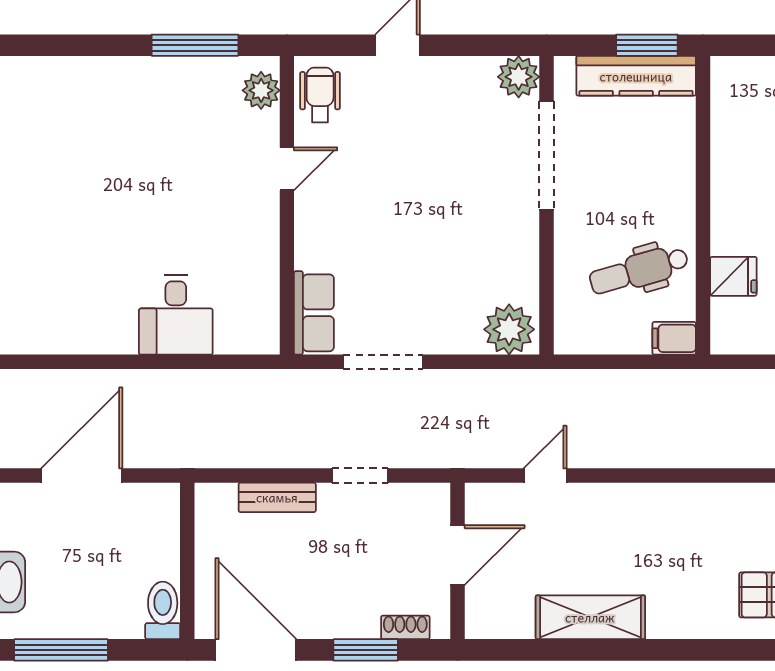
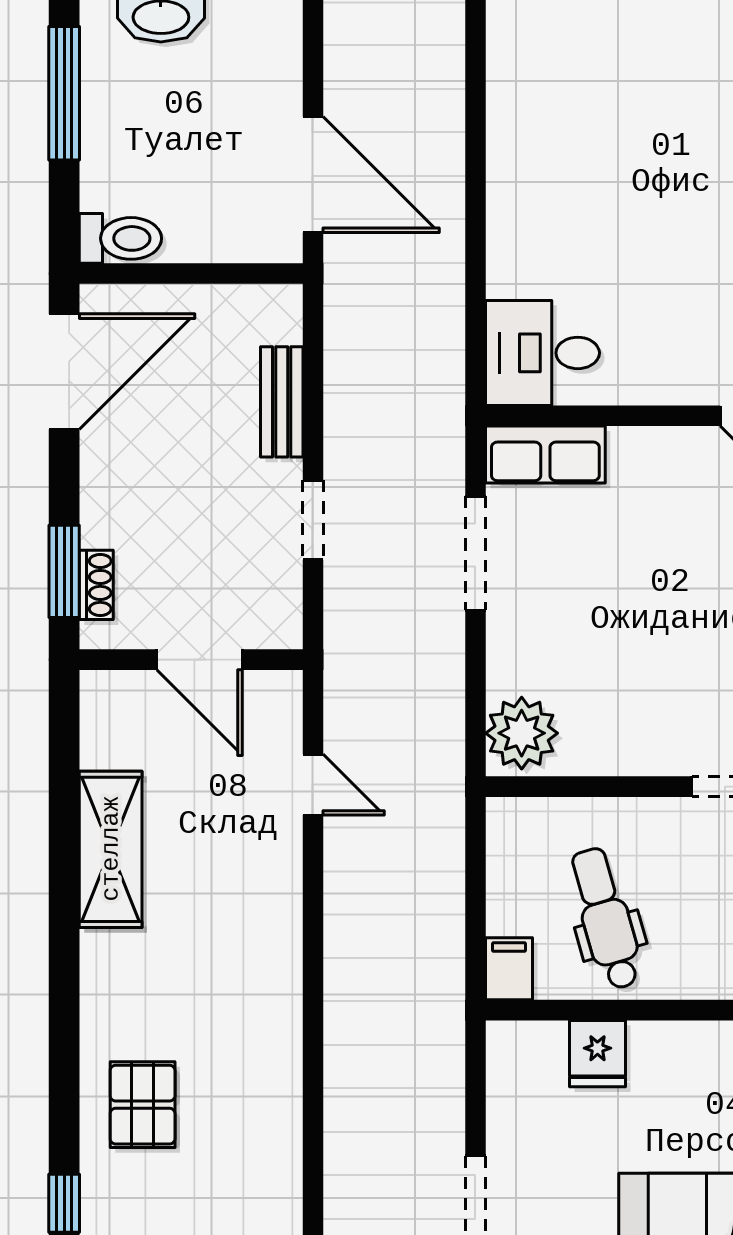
desk: (176, 315) -> (542, 353), moved
door: (82, 476) -> (313, 175), moved
window: (366, 650) -> (64, 571), moved

